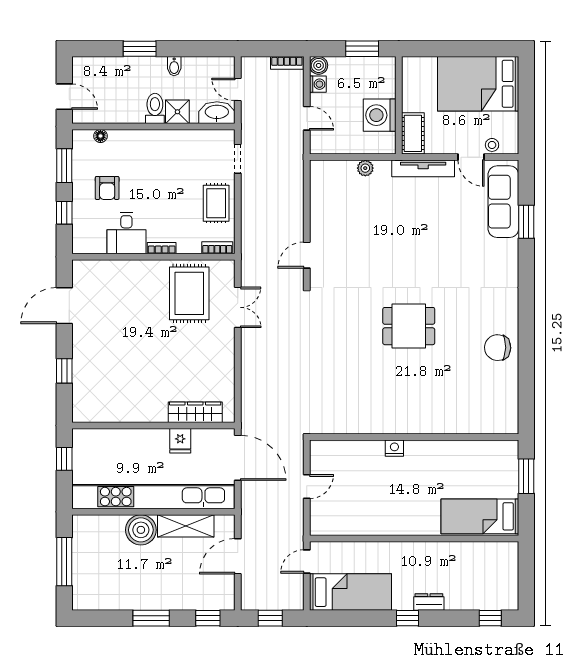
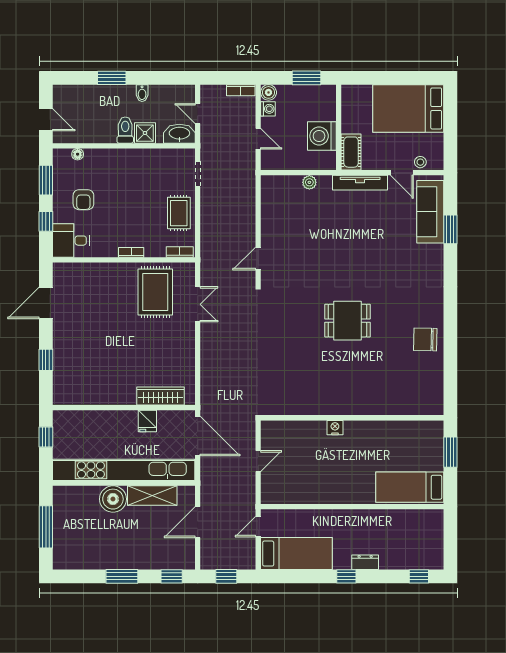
desk: (126, 233) -> (71, 241), moved, turned 90

